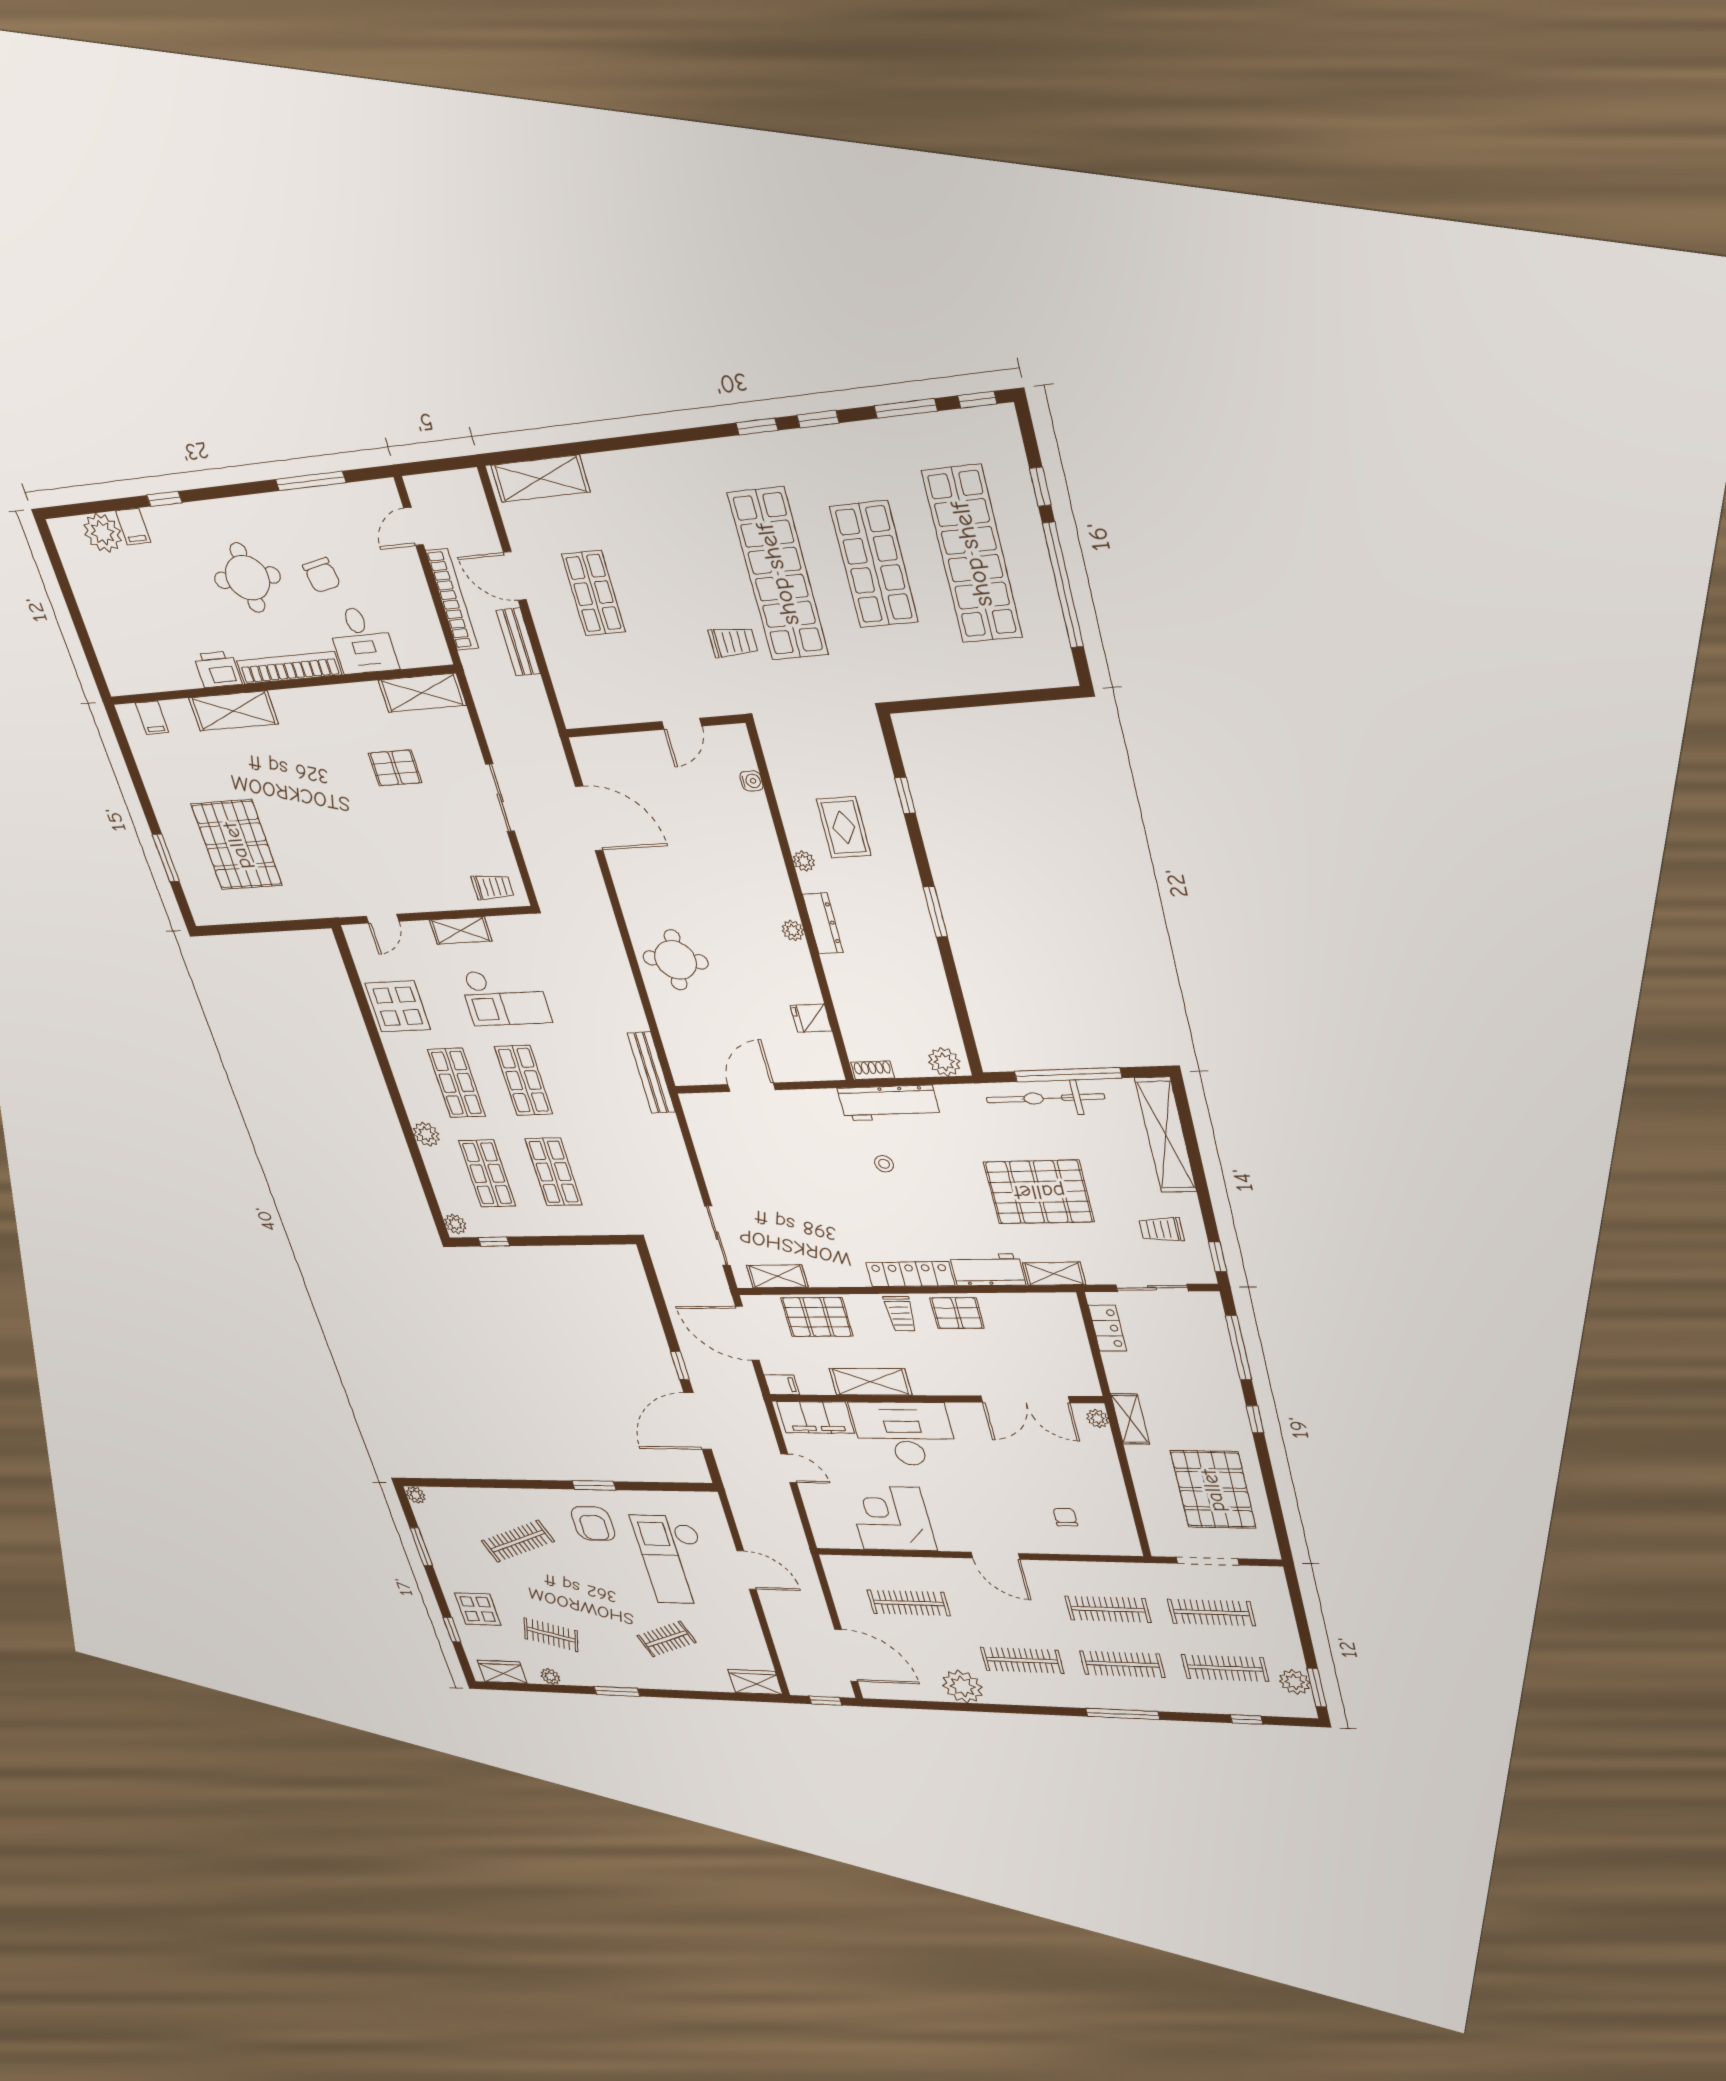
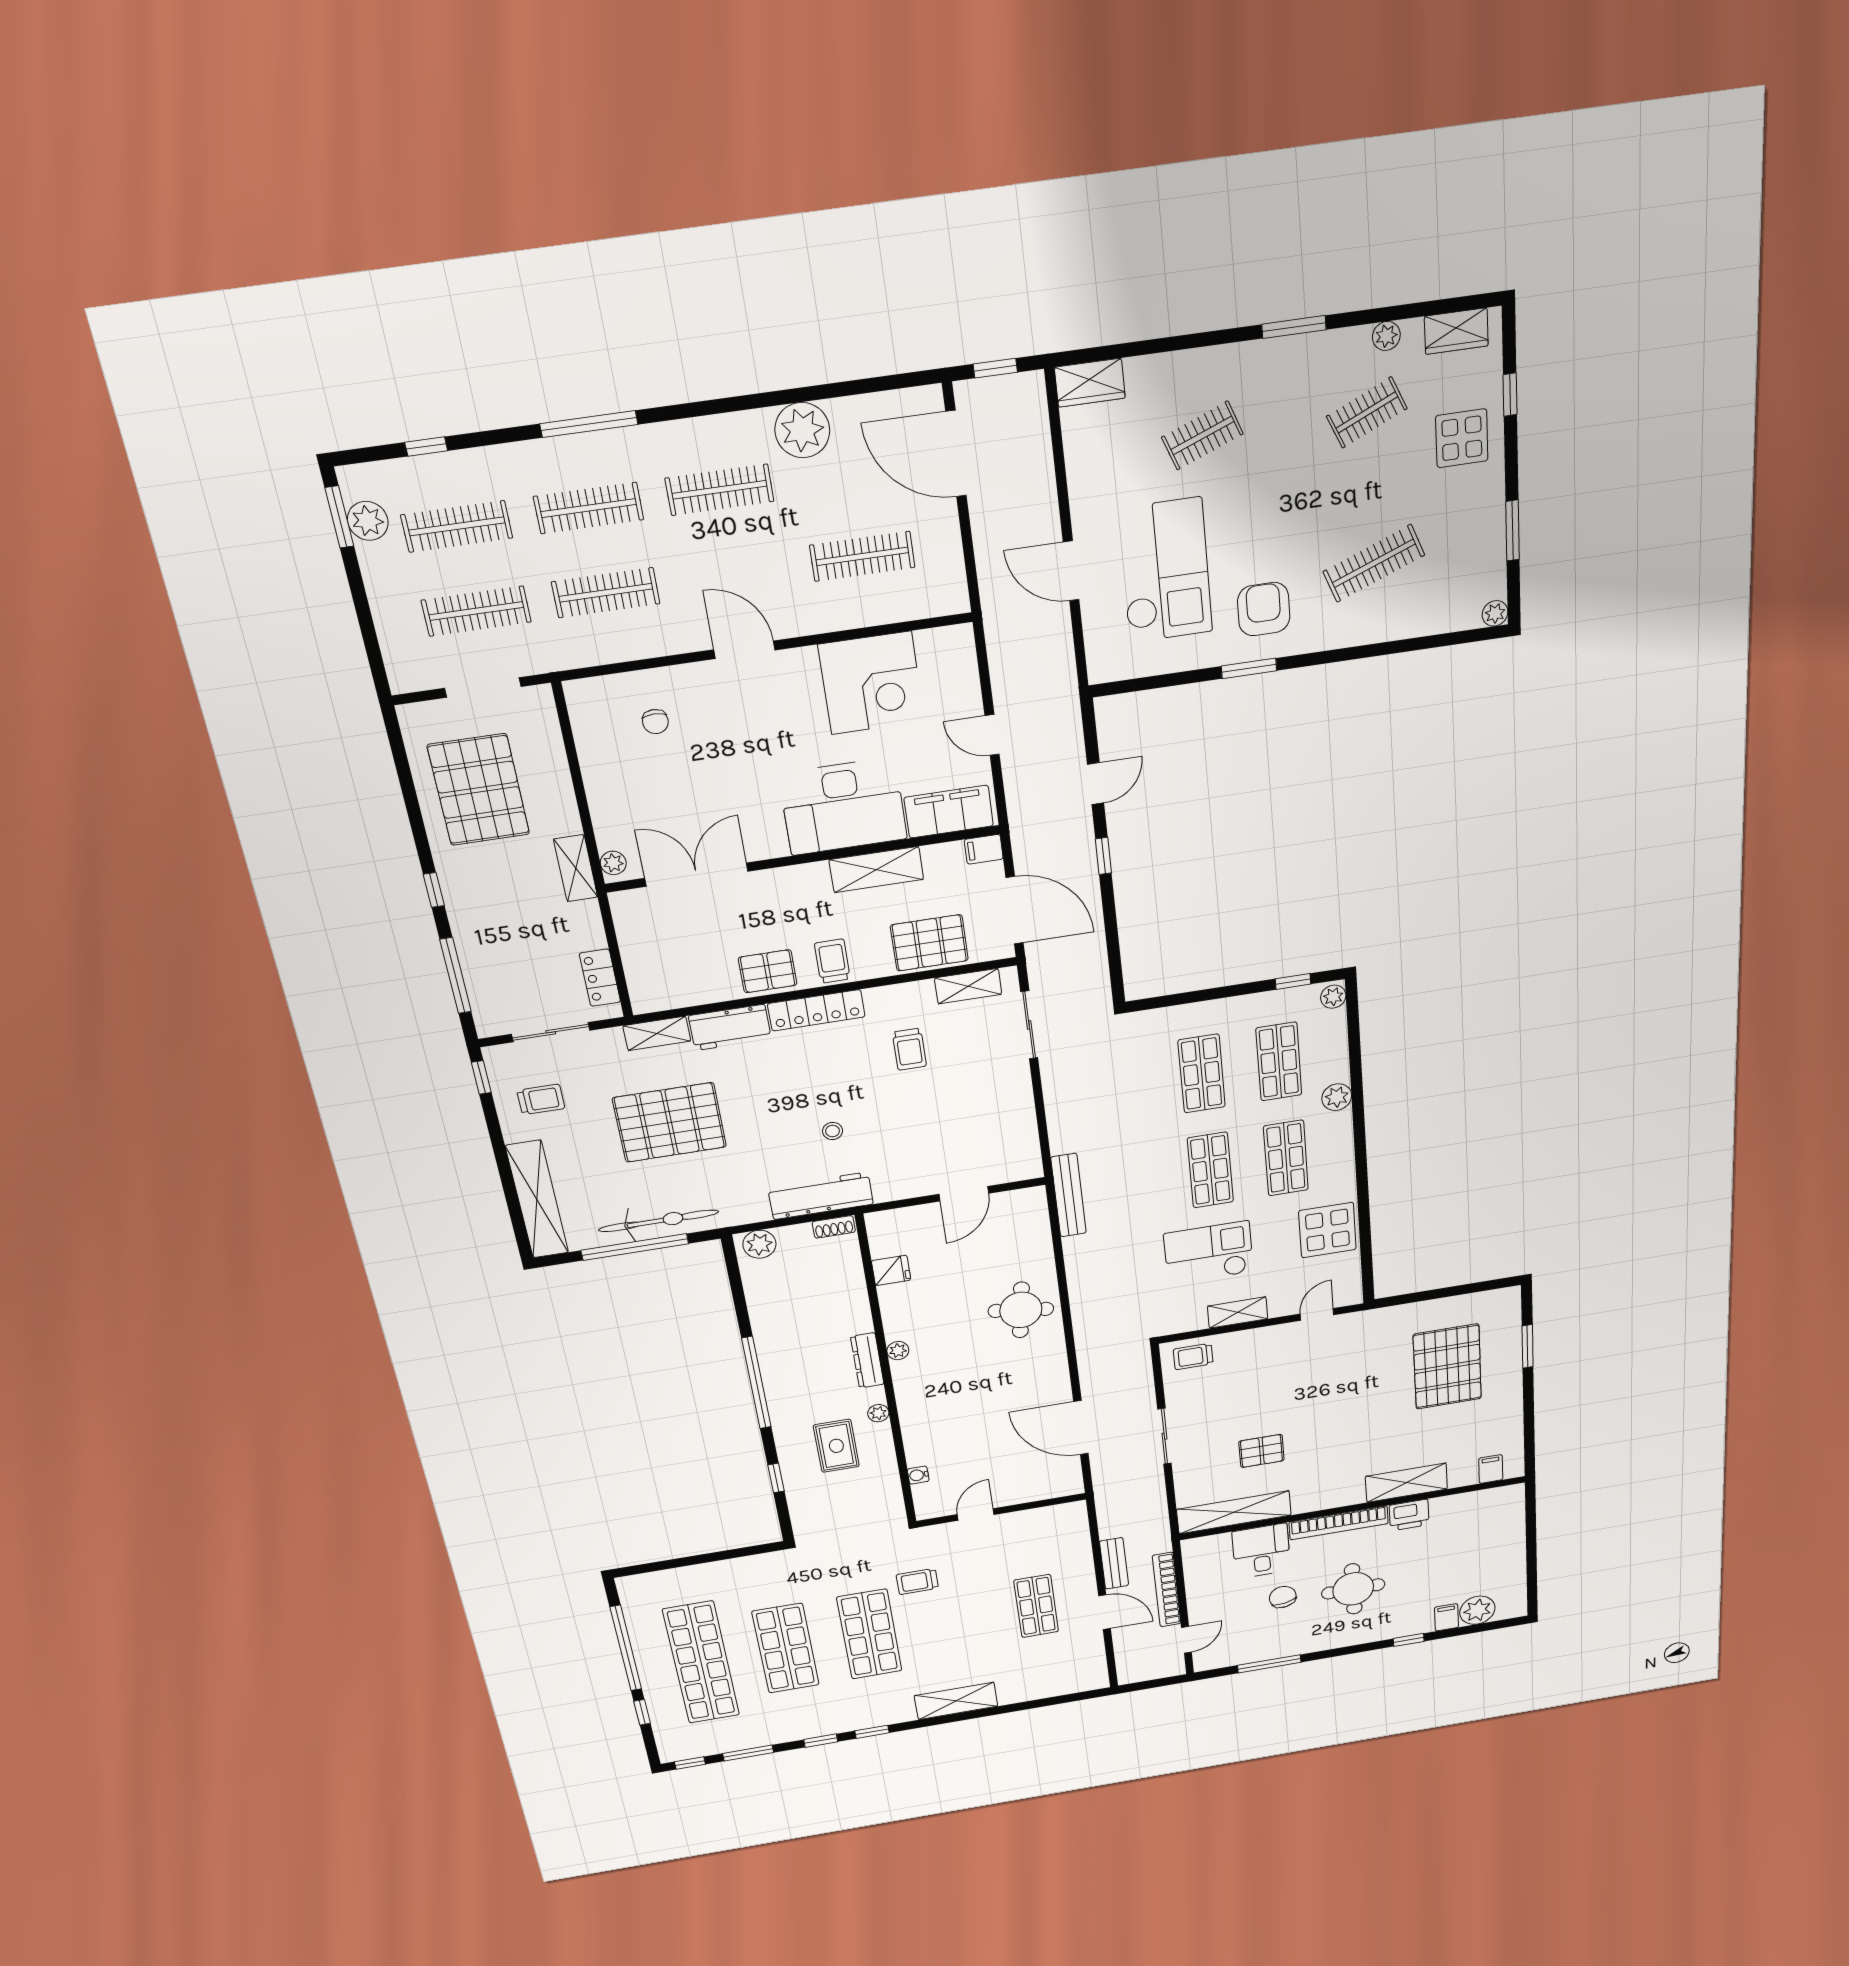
shelving: (540, 479) -> (956, 1701), moved
shop shelf: (778, 574) -> (869, 1634), width x0.71
shelving: (422, 693) -> (1234, 1512), width x1.47
window: (935, 912) -> (756, 1383), width x2.11
trolley: (822, 1229) -> (909, 1049), added
door: (698, 1421) -> (1096, 784), width x0.53
clothes rail: (551, 1635) -> (1367, 412), turned -39

